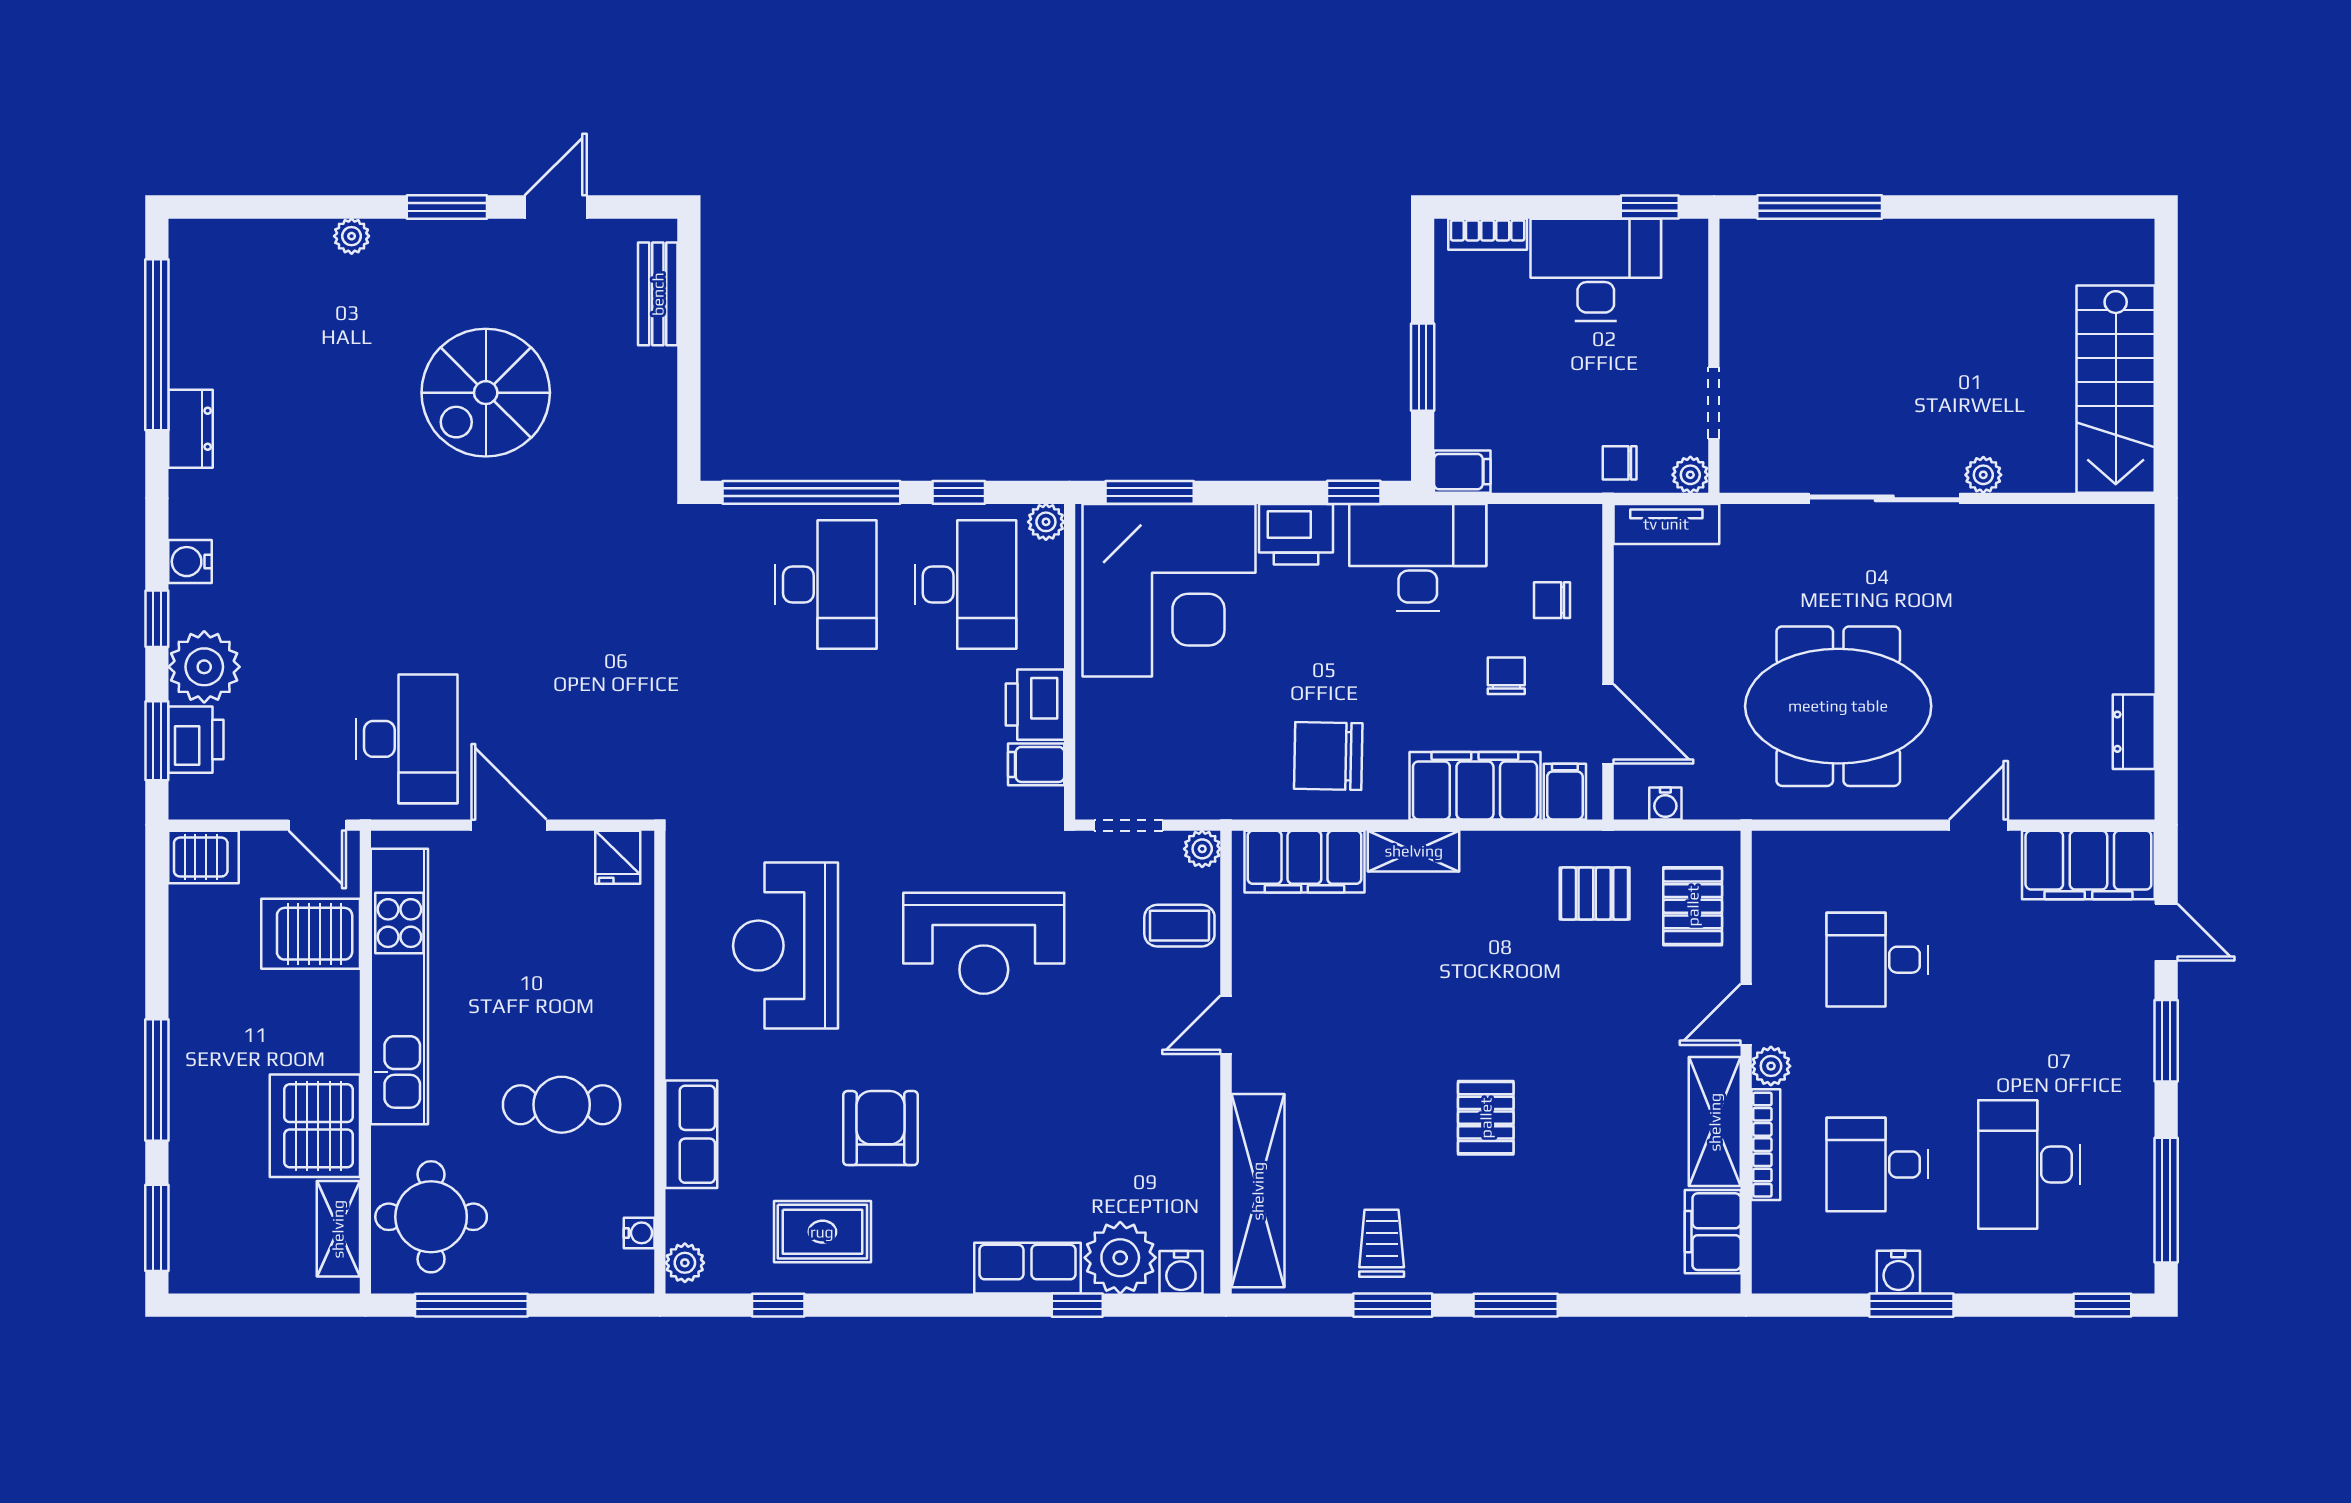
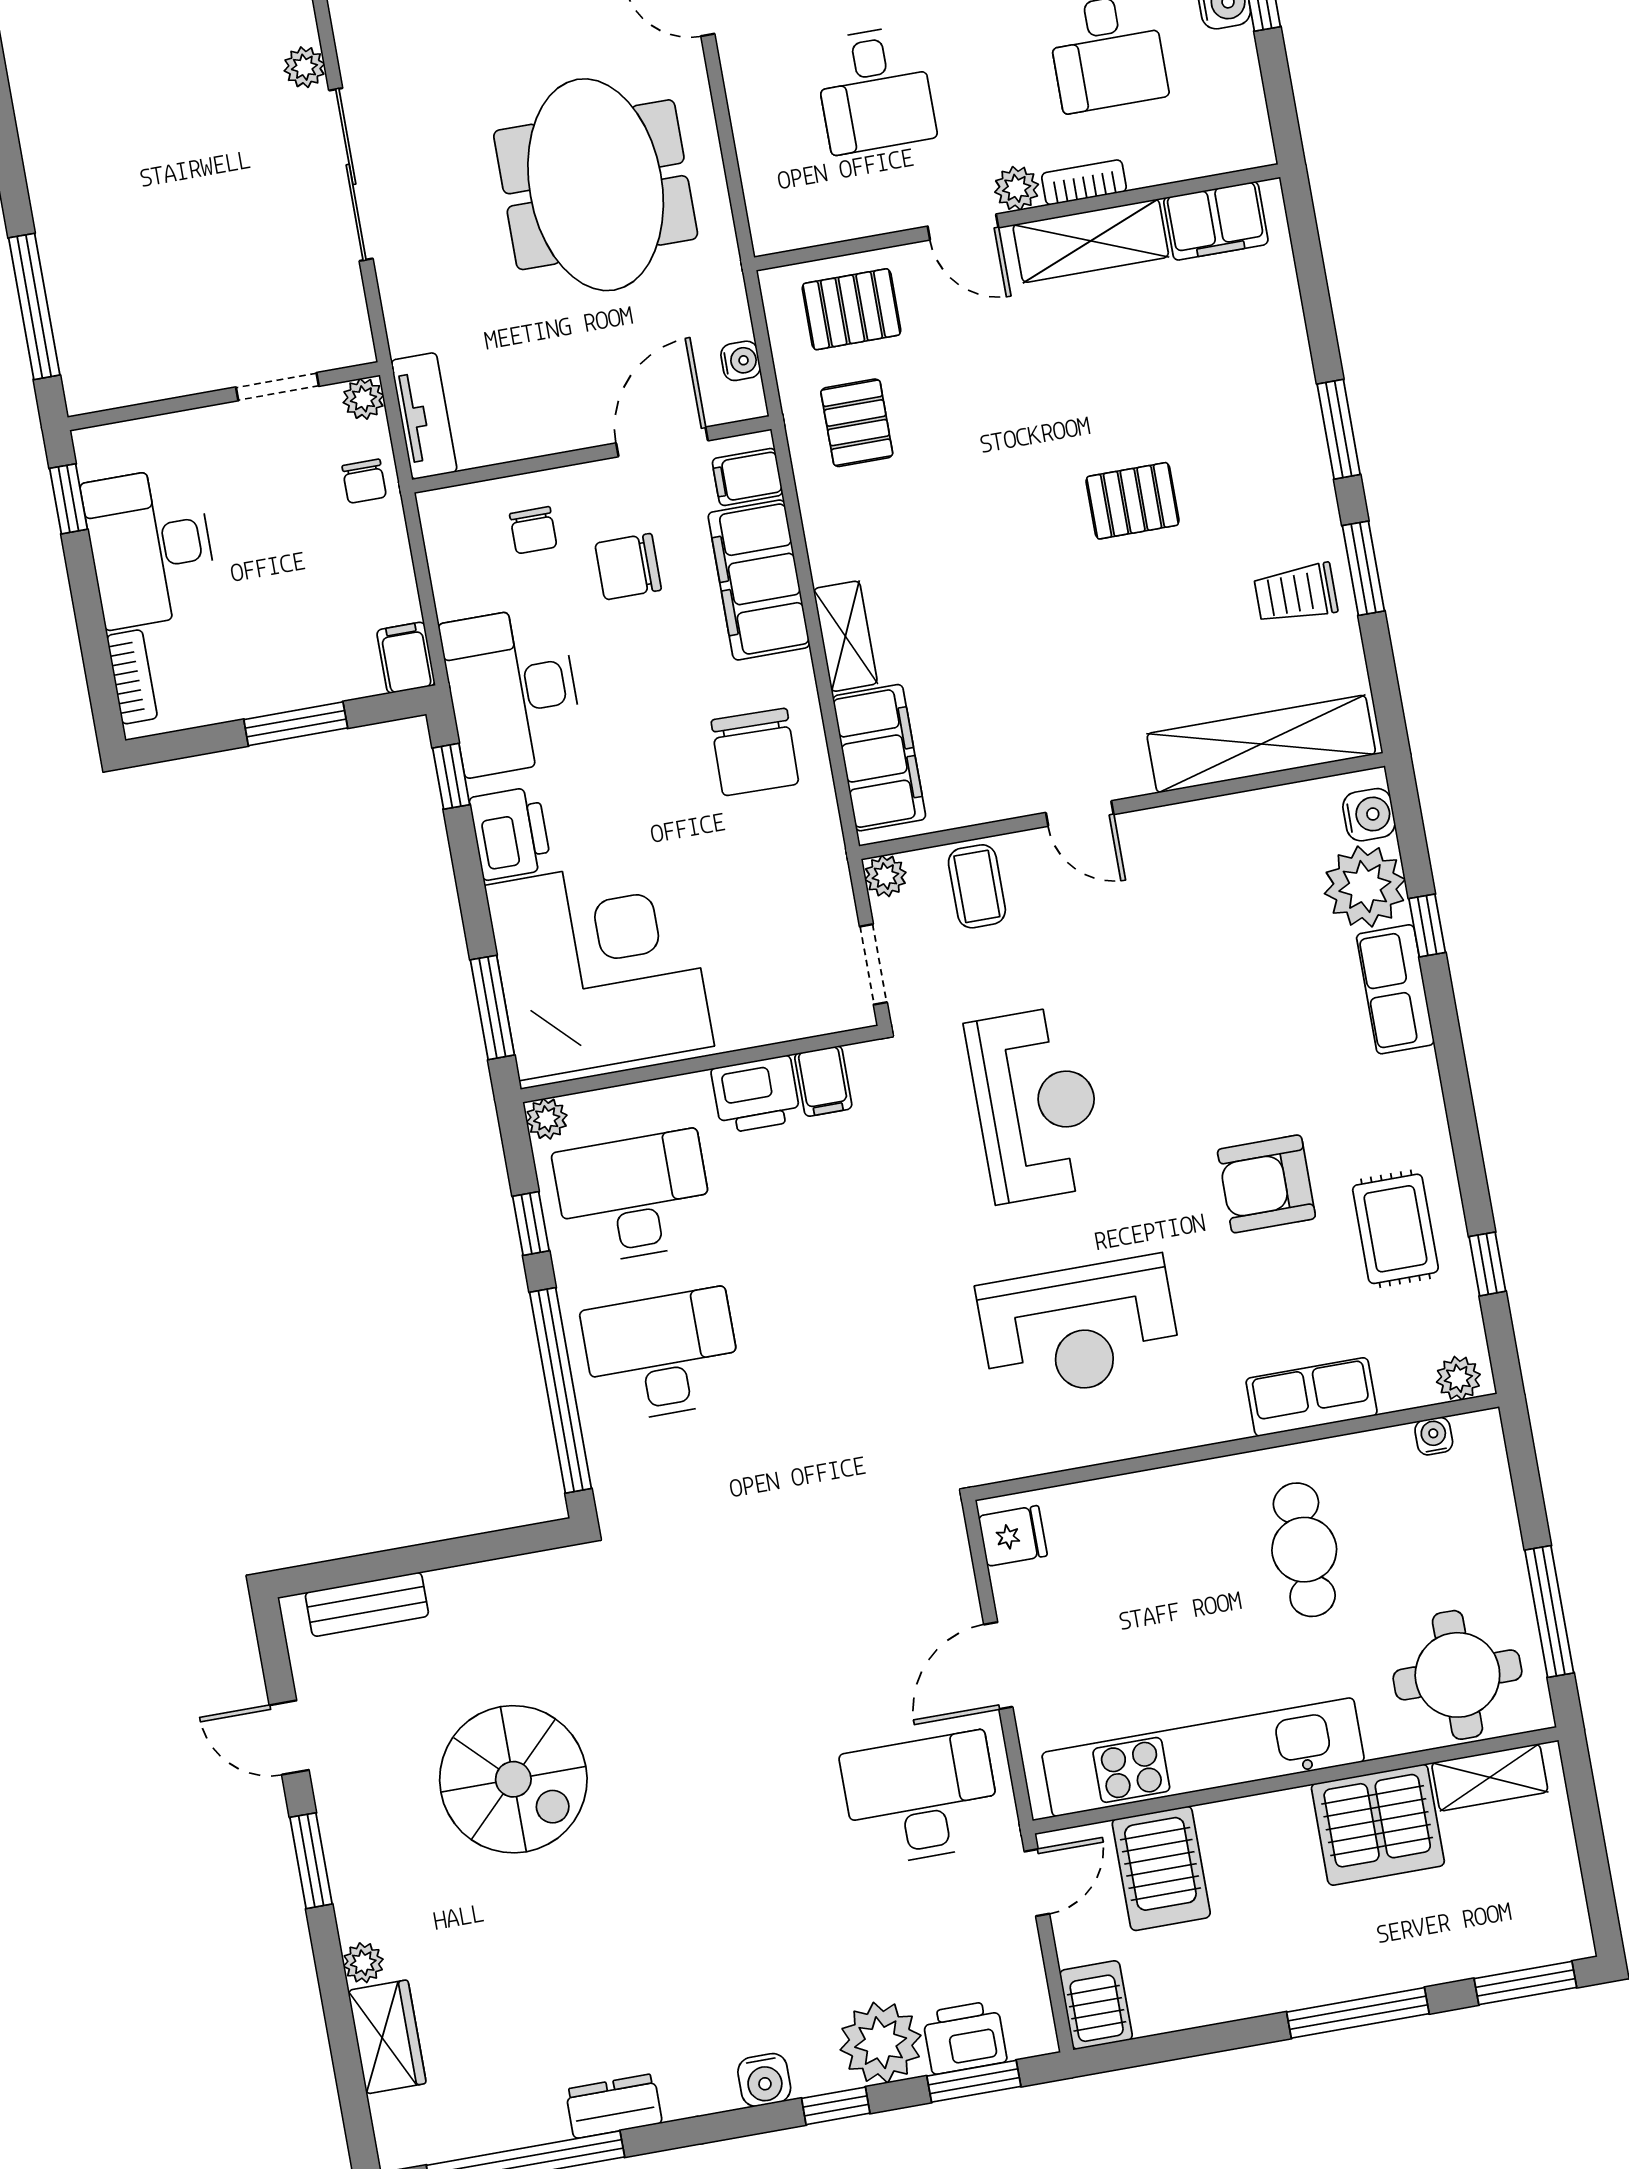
wardrobe: (284, 245) -> (387, 2037), added
chair: (1506, 676) -> (628, 567), width x1.37, depth x1.37
bookcase: (1766, 1145) -> (1084, 182), width x0.64

